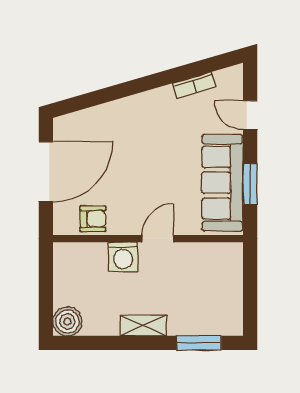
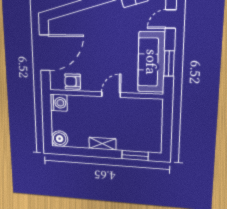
door: (250, 115) -> (171, 19), hinge flipped
armchair: (93, 219) -> (73, 81), turned 180
washing machine: (123, 257) -> (59, 103), moved, turned -90

